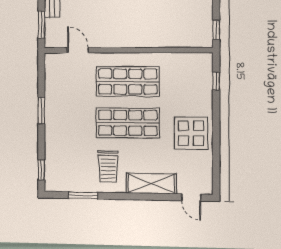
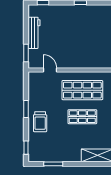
shop shelf: (128, 123) -> (82, 117), width x0.70, depth x0.74
trolley: (108, 167) -> (40, 122), moved

